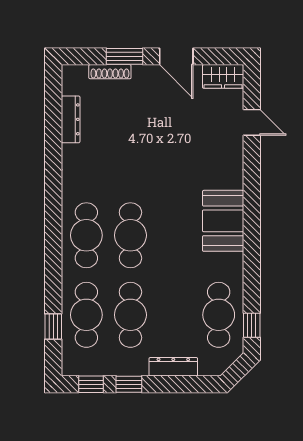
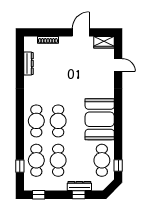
window: (124, 56) -> (55, 32), removed
door: (176, 56) -> (81, 32), swing flipped
booth: (223, 221) -> (100, 119), width x1.36, depth x1.42
window: (129, 384) -> (79, 195), moved

